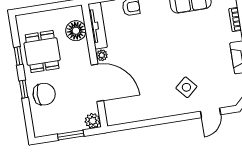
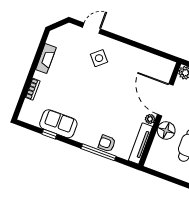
floor lamp: (76, 31) -> (166, 130), moved

